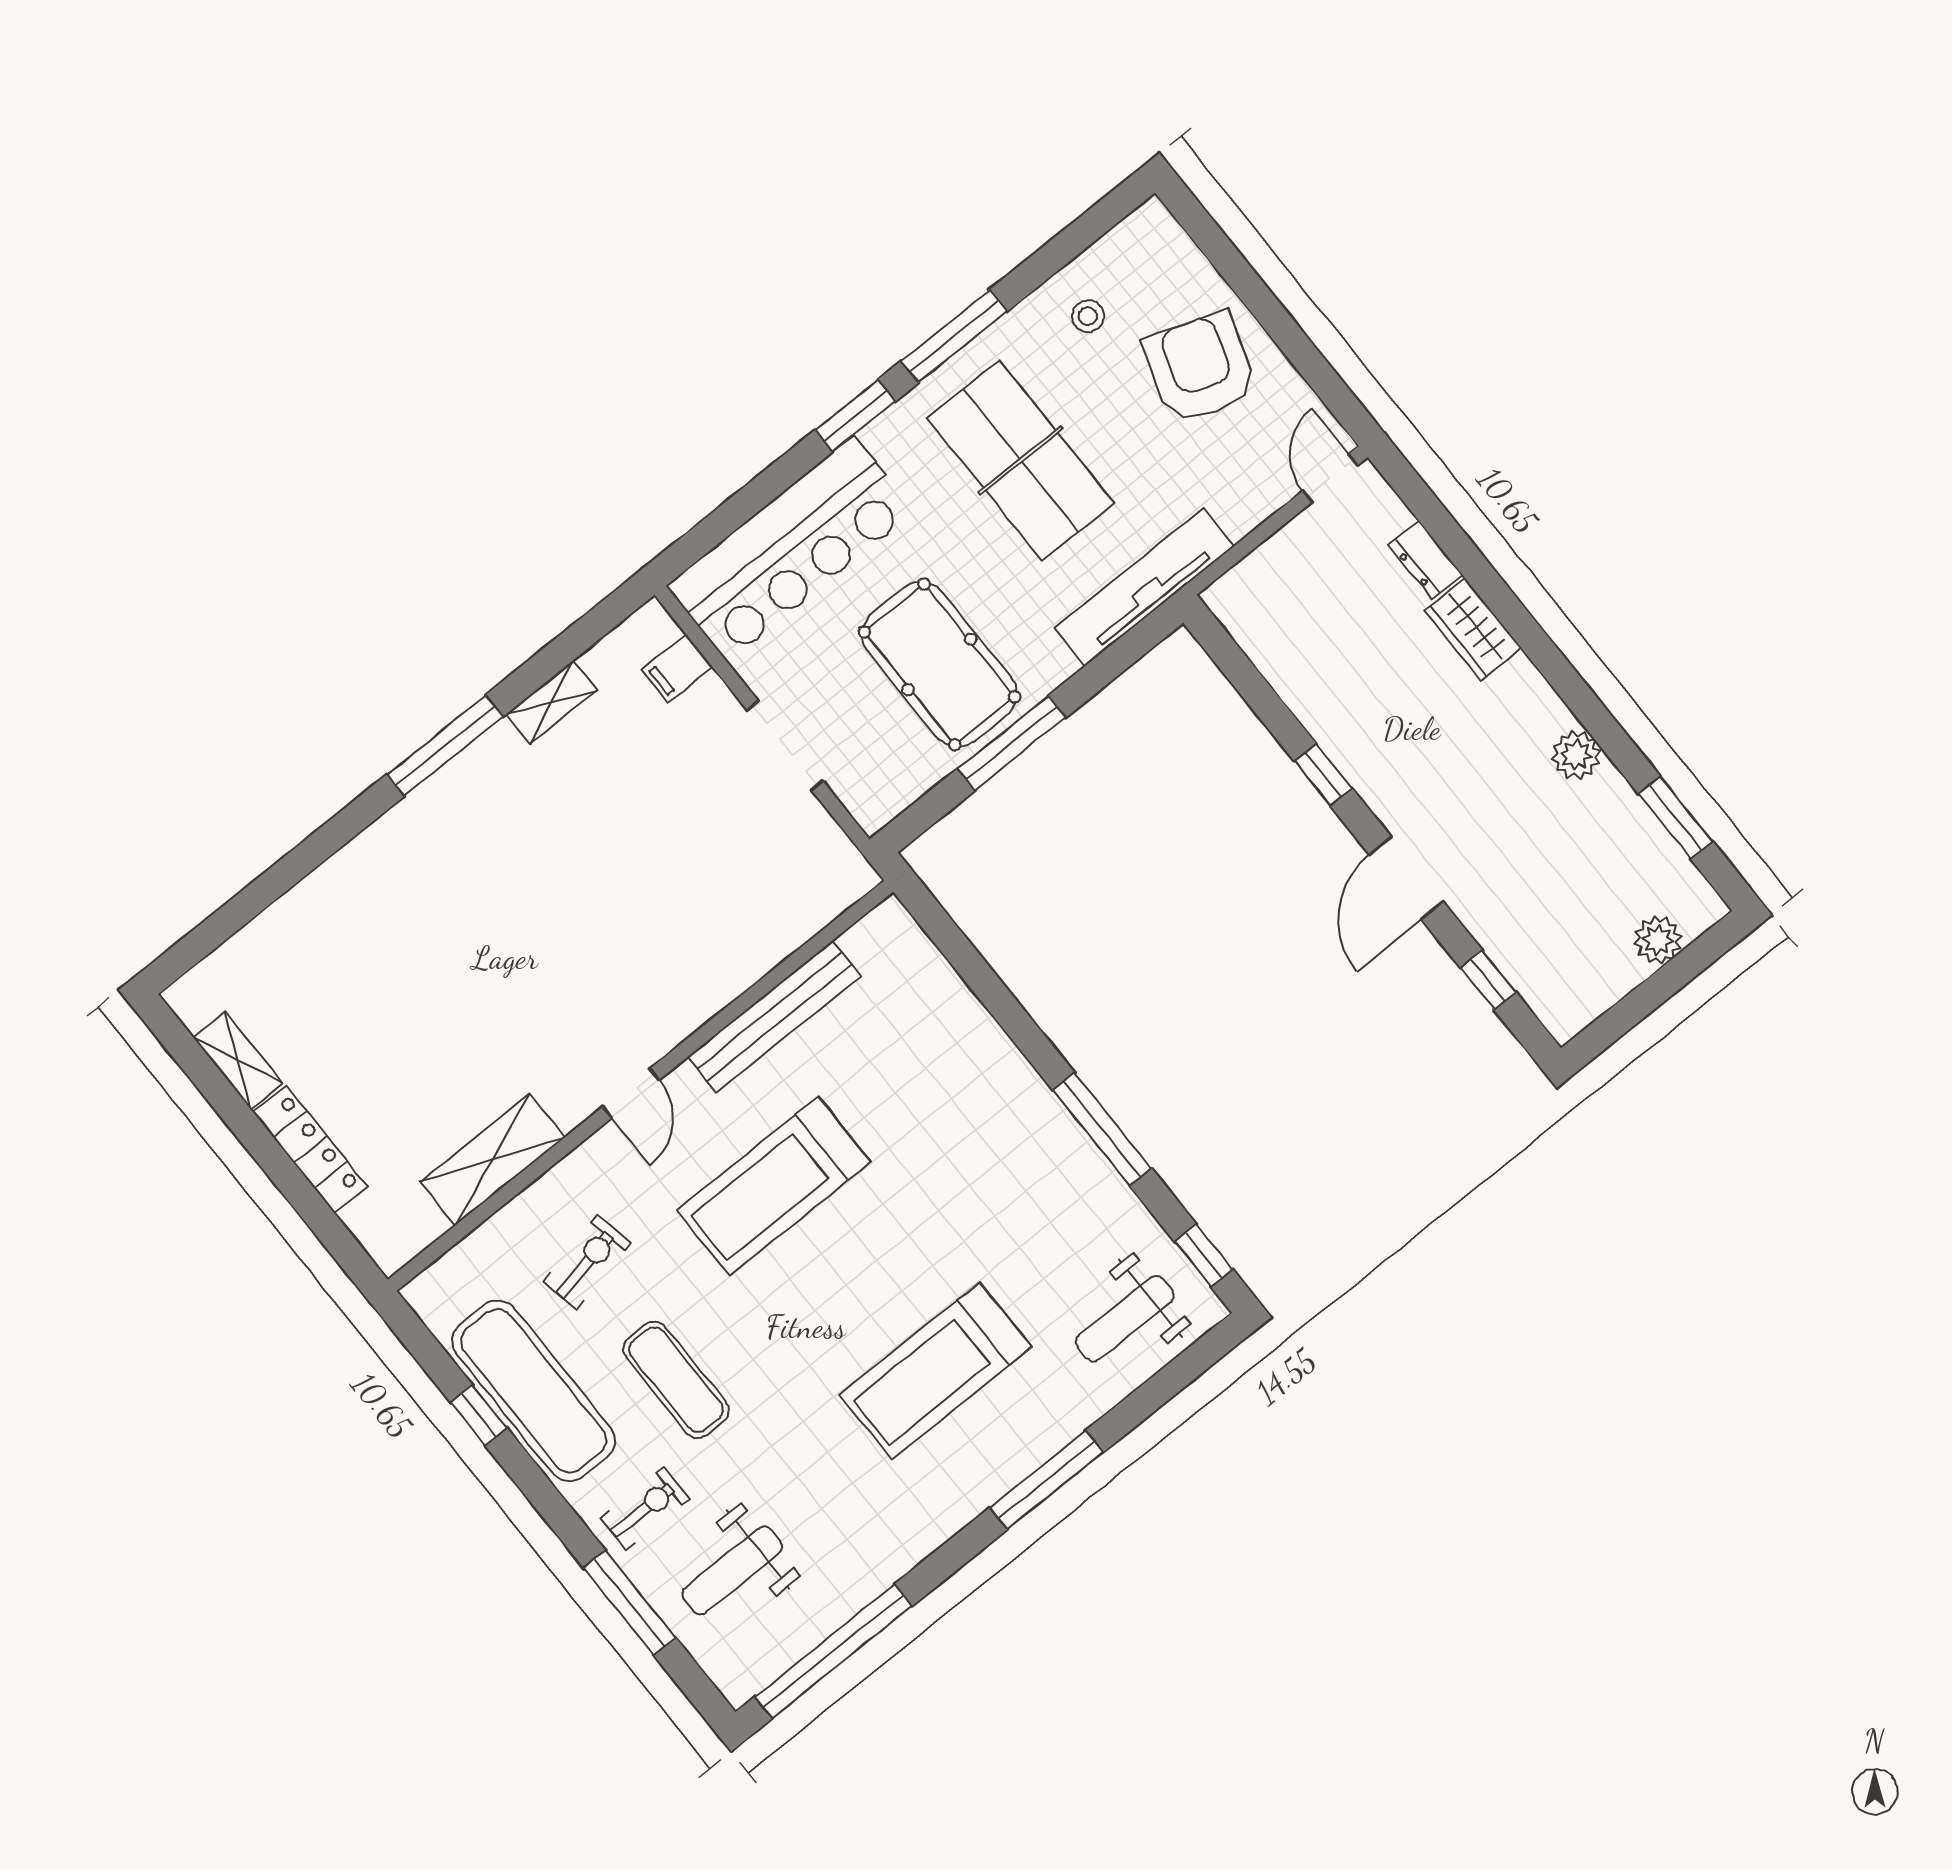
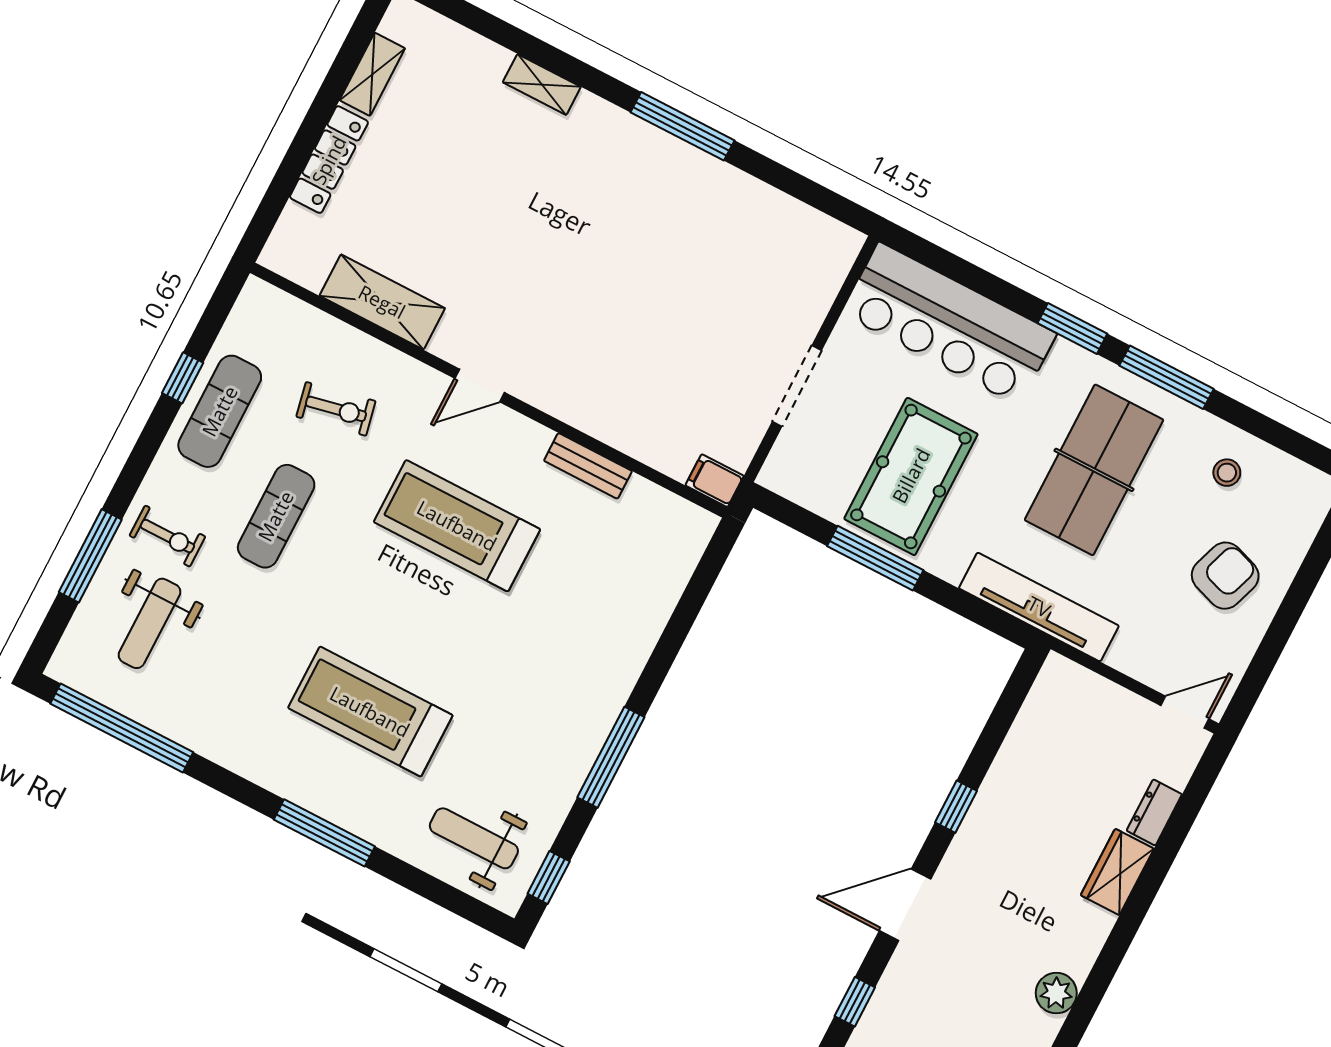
armchair: (1200, 368) -> (1225, 576), width x0.73, depth x0.73
filing cabinet: (677, 668) -> (715, 481), moved
shelving: (551, 702) -> (542, 85), moved
bench: (774, 1017) -> (588, 466), width x0.54, depth x0.82
exercise mat: (534, 1391) -> (220, 411), width x0.73, depth x0.69
weight bench: (732, 1570) -> (150, 623), turned -90

